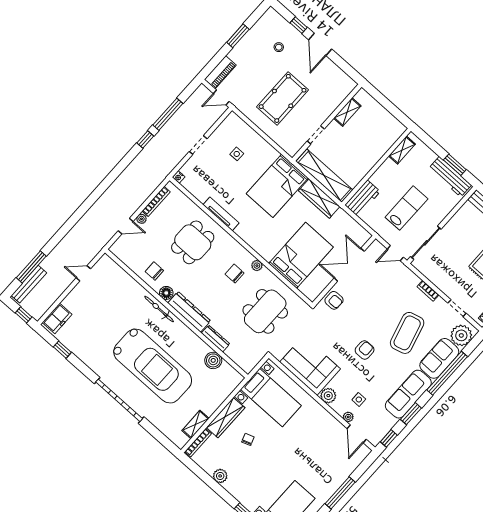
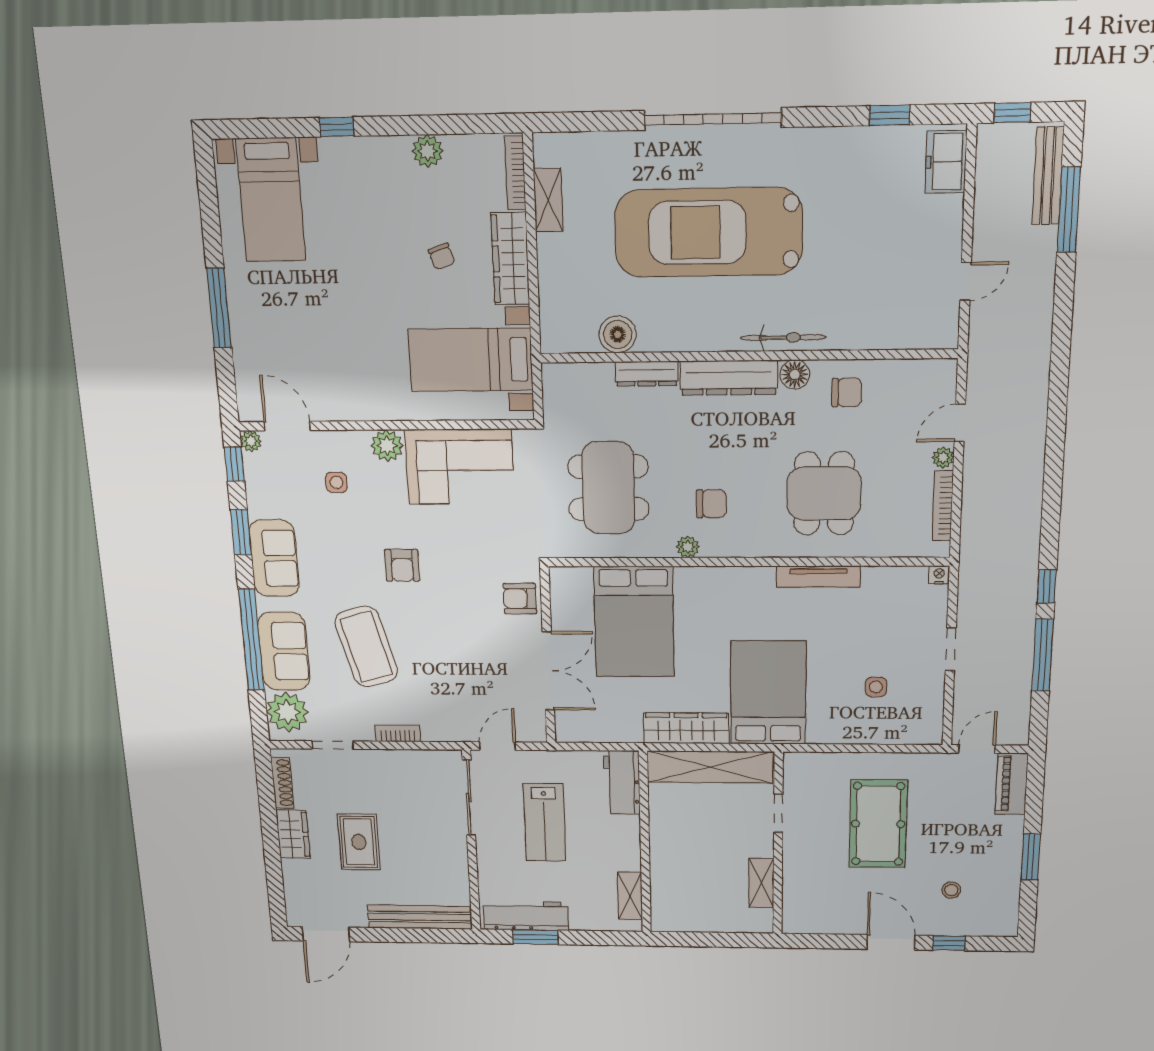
sofa: (408, 394) -> (274, 558), width x0.73
plant: (348, 417) -> (251, 441), moved

